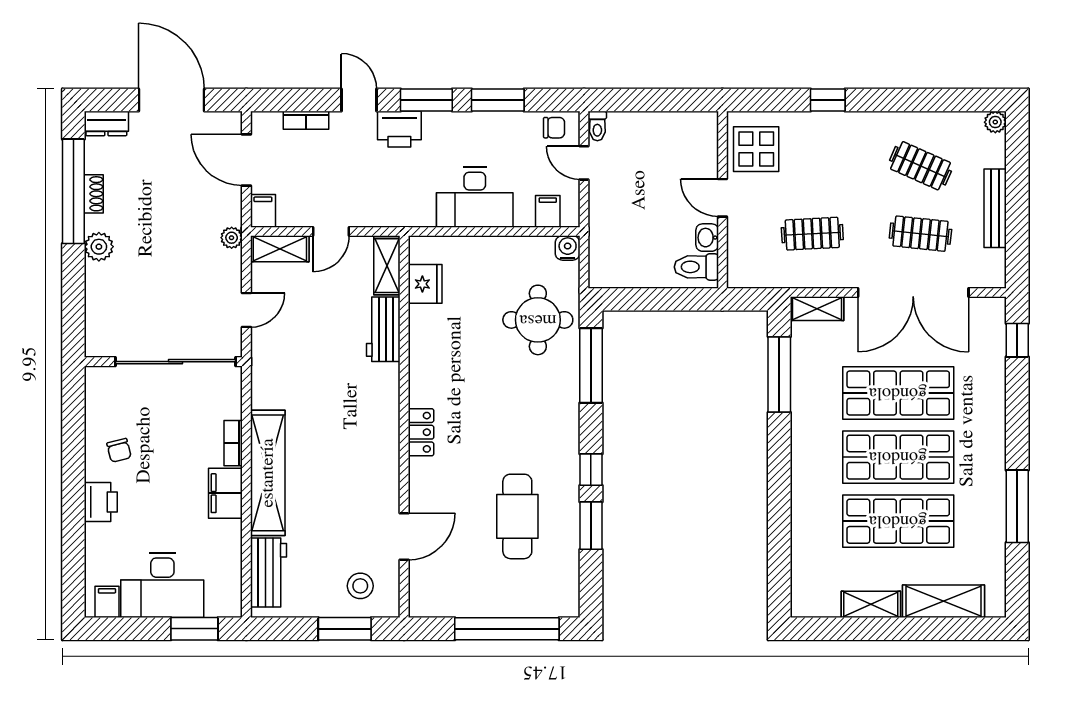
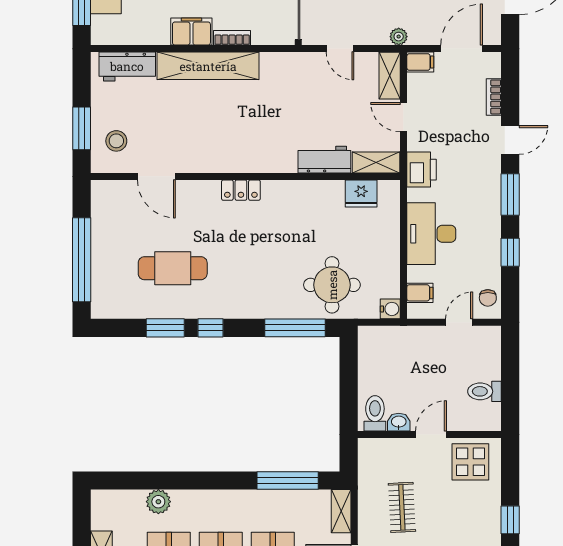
window: (498, 100) -> (510, 252), width x0.67
toilet: (597, 126) -> (485, 391), moved, width x1.37, depth x1.39
printer: (399, 129) -> (422, 170), moved, turned 180
plant: (805, 534) -> (158, 502), added

